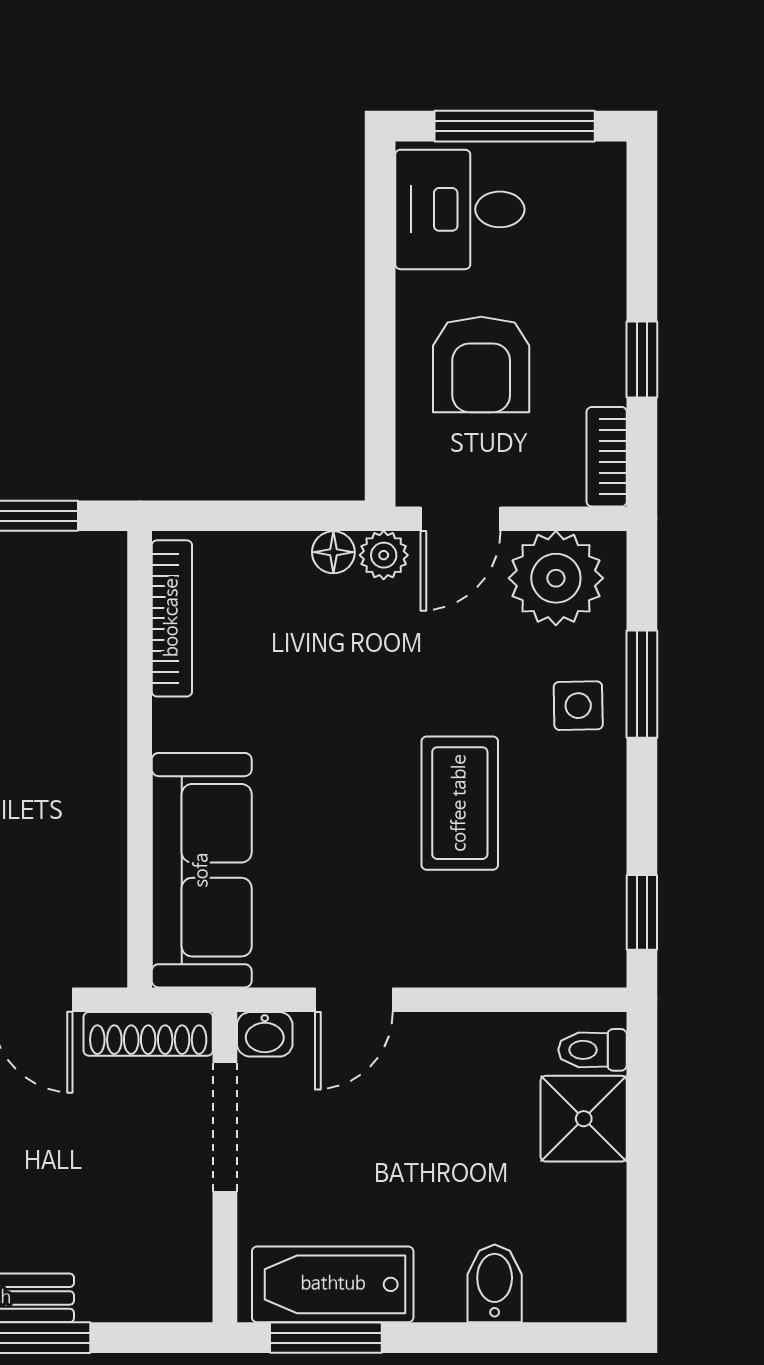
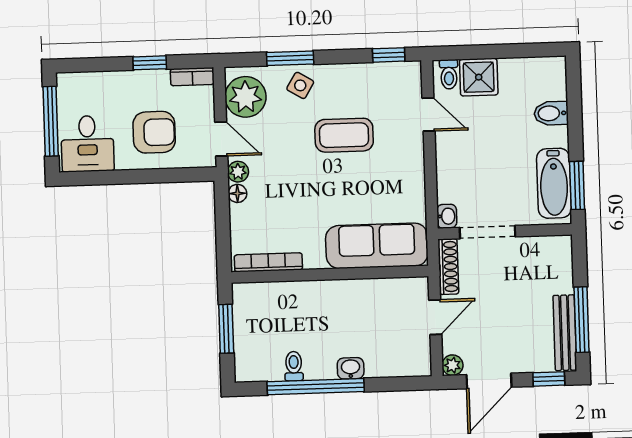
side table: (578, 706) -> (300, 85), turned 32
door: (354, 1000) -> (428, 115), moved

